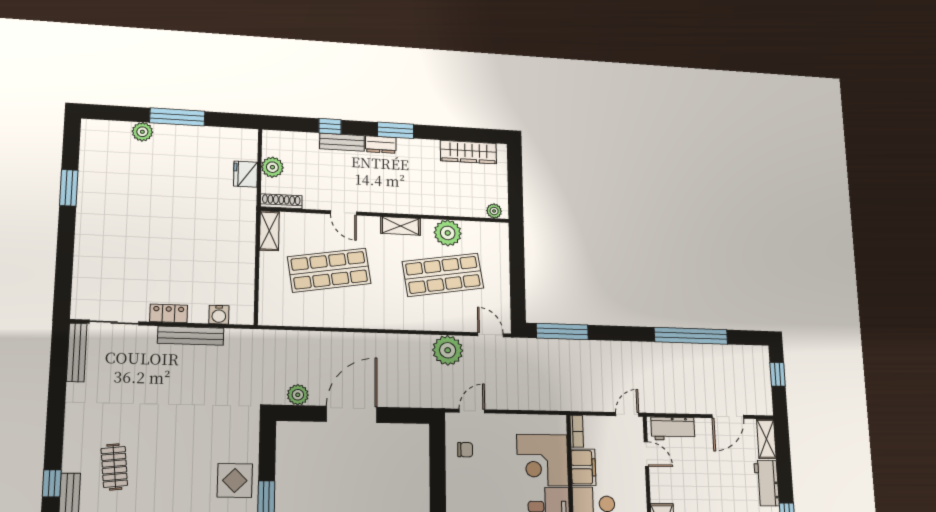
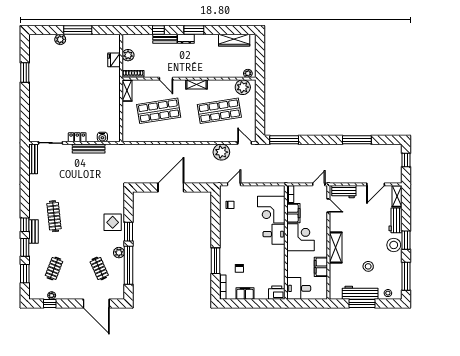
plant: (448, 233) -> (243, 87), moved
window: (691, 336) -> (357, 140), width x0.68
plant: (298, 395) -> (143, 178), removed
clothes rail: (114, 467) -> (54, 216), width x1.36

